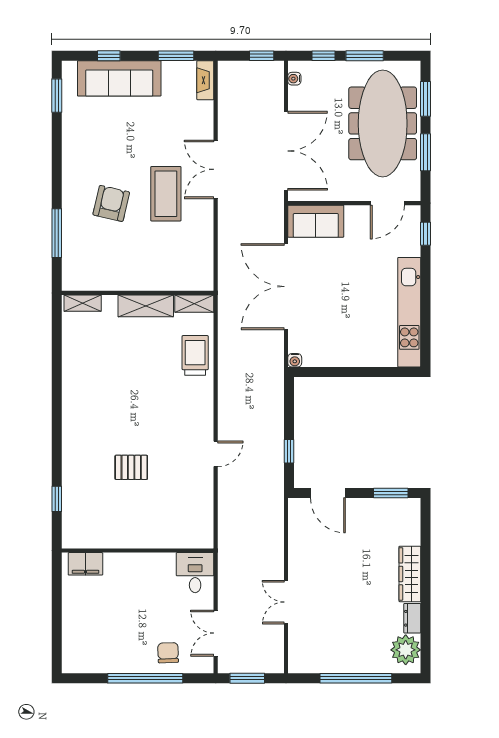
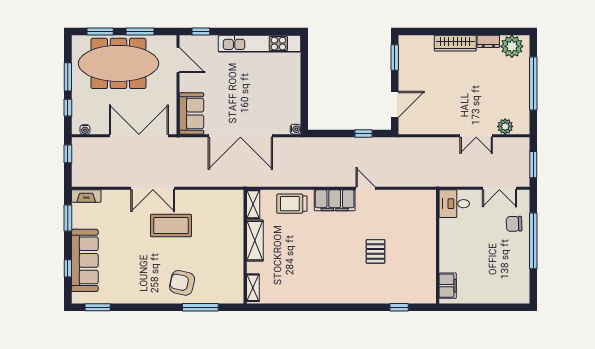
armchair: (111, 203) -> (182, 283), moved
filing cabinet: (200, 413) -> (335, 200), added
plant: (298, 641) -> (505, 126), added

